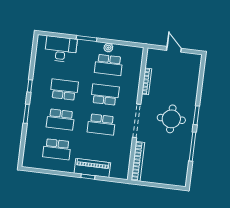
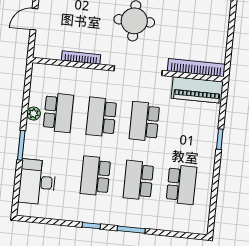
school desk: (60, 119) -> (138, 180), turned 180
school desk: (101, 124) -> (144, 121), turned 180
piano: (92, 168) -> (197, 90), moved, turned -90

